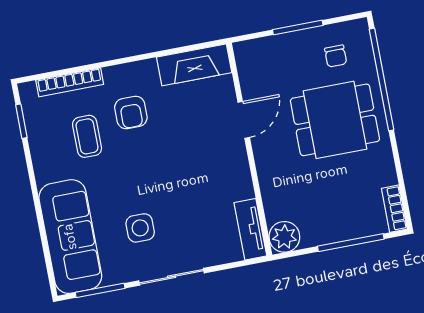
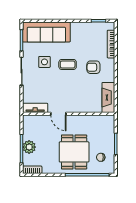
door: (244, 120) -> (58, 114), moved
coffee table: (87, 136) -> (68, 64), moved
plant: (284, 237) -> (29, 147), moved

